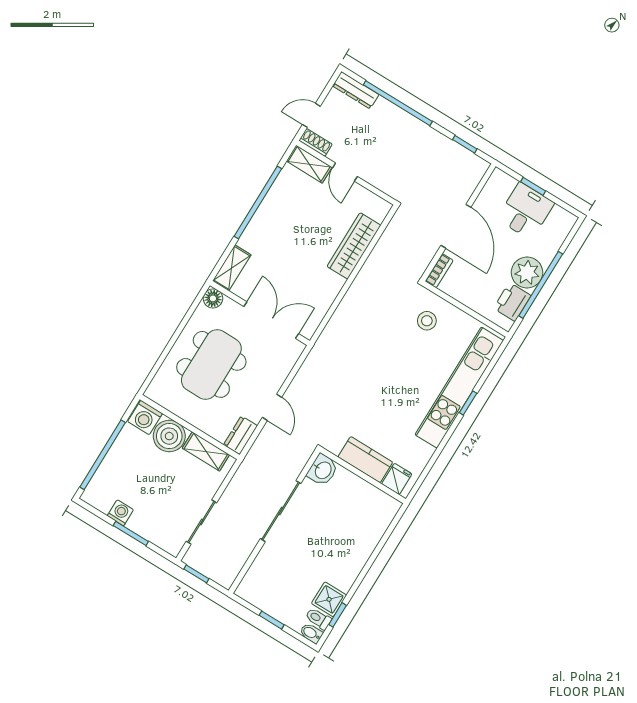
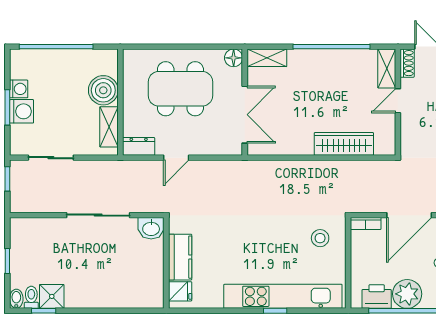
washing machine: (145, 418) -> (22, 111), moved, turned 180

